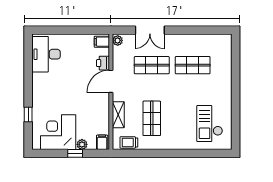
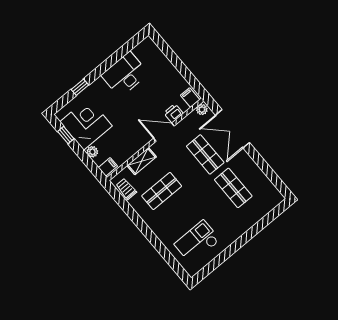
double door: (150, 30) -> (233, 129), width x1.37
desk: (46, 54) -> (125, 74), moved
window: (75, 153) -> (66, 135), moved

